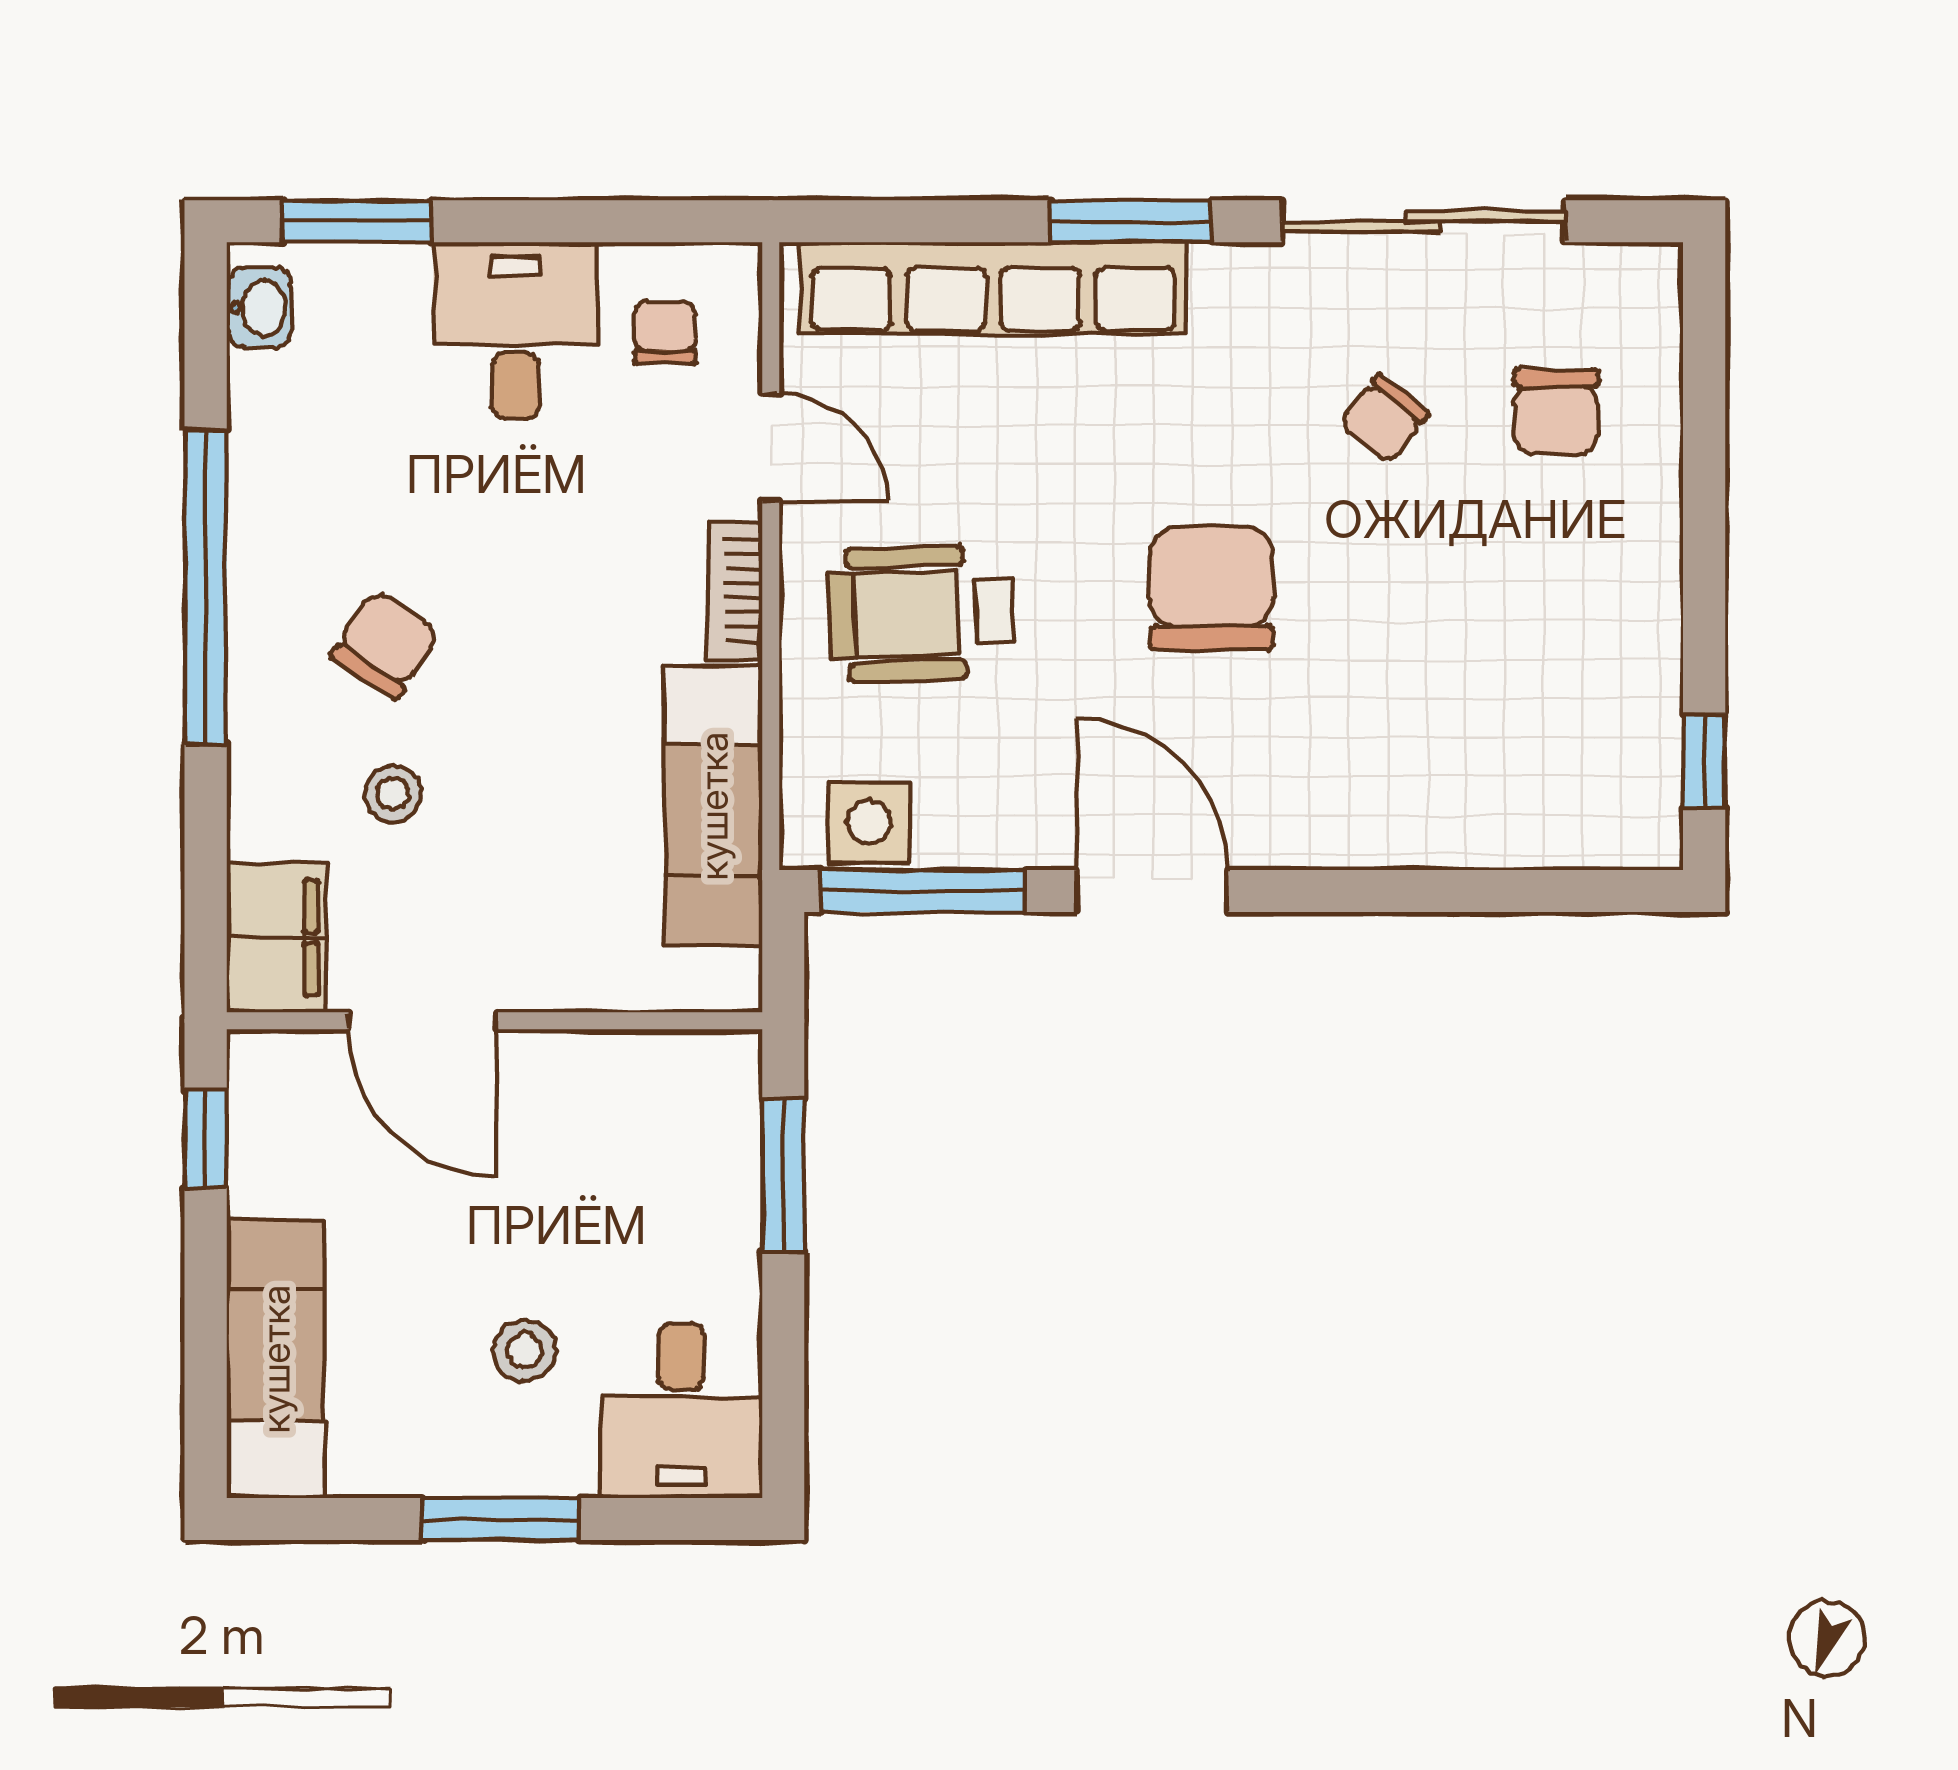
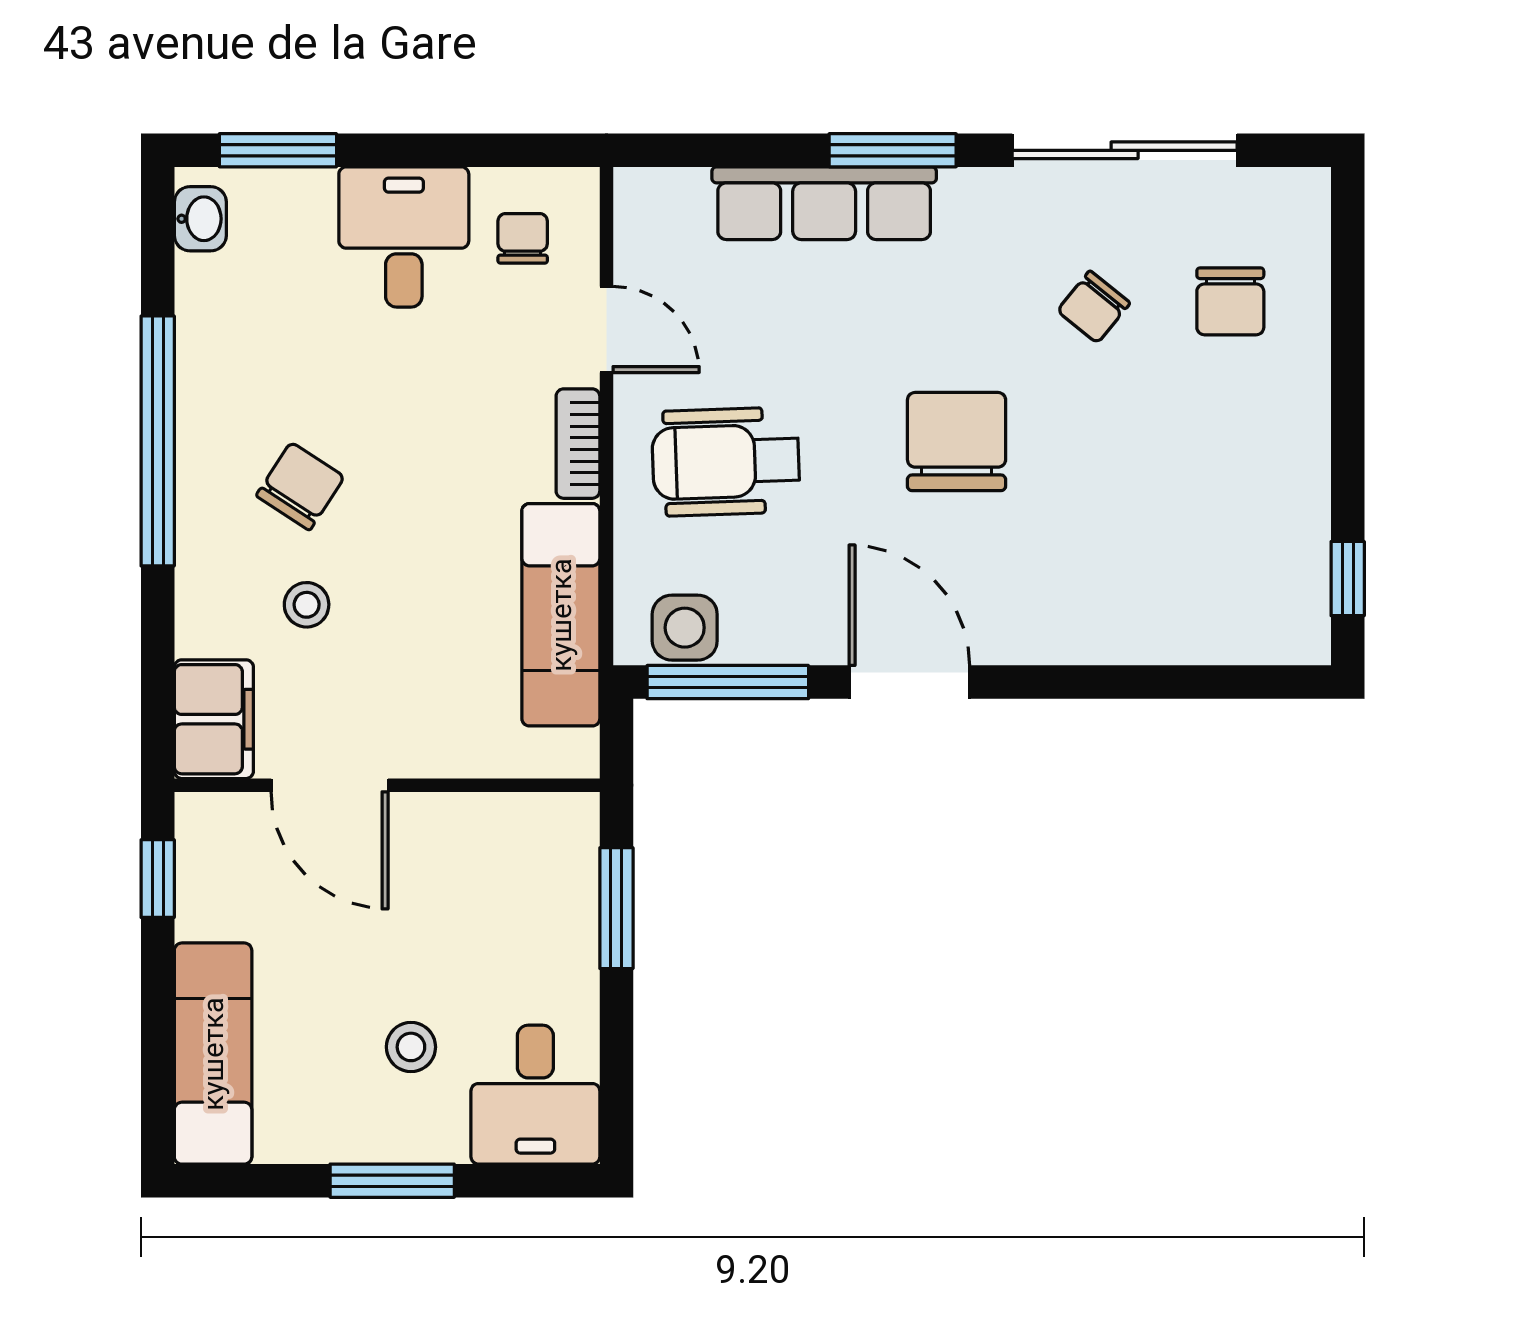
row of seats: (993, 288) -> (824, 203), width x0.73

